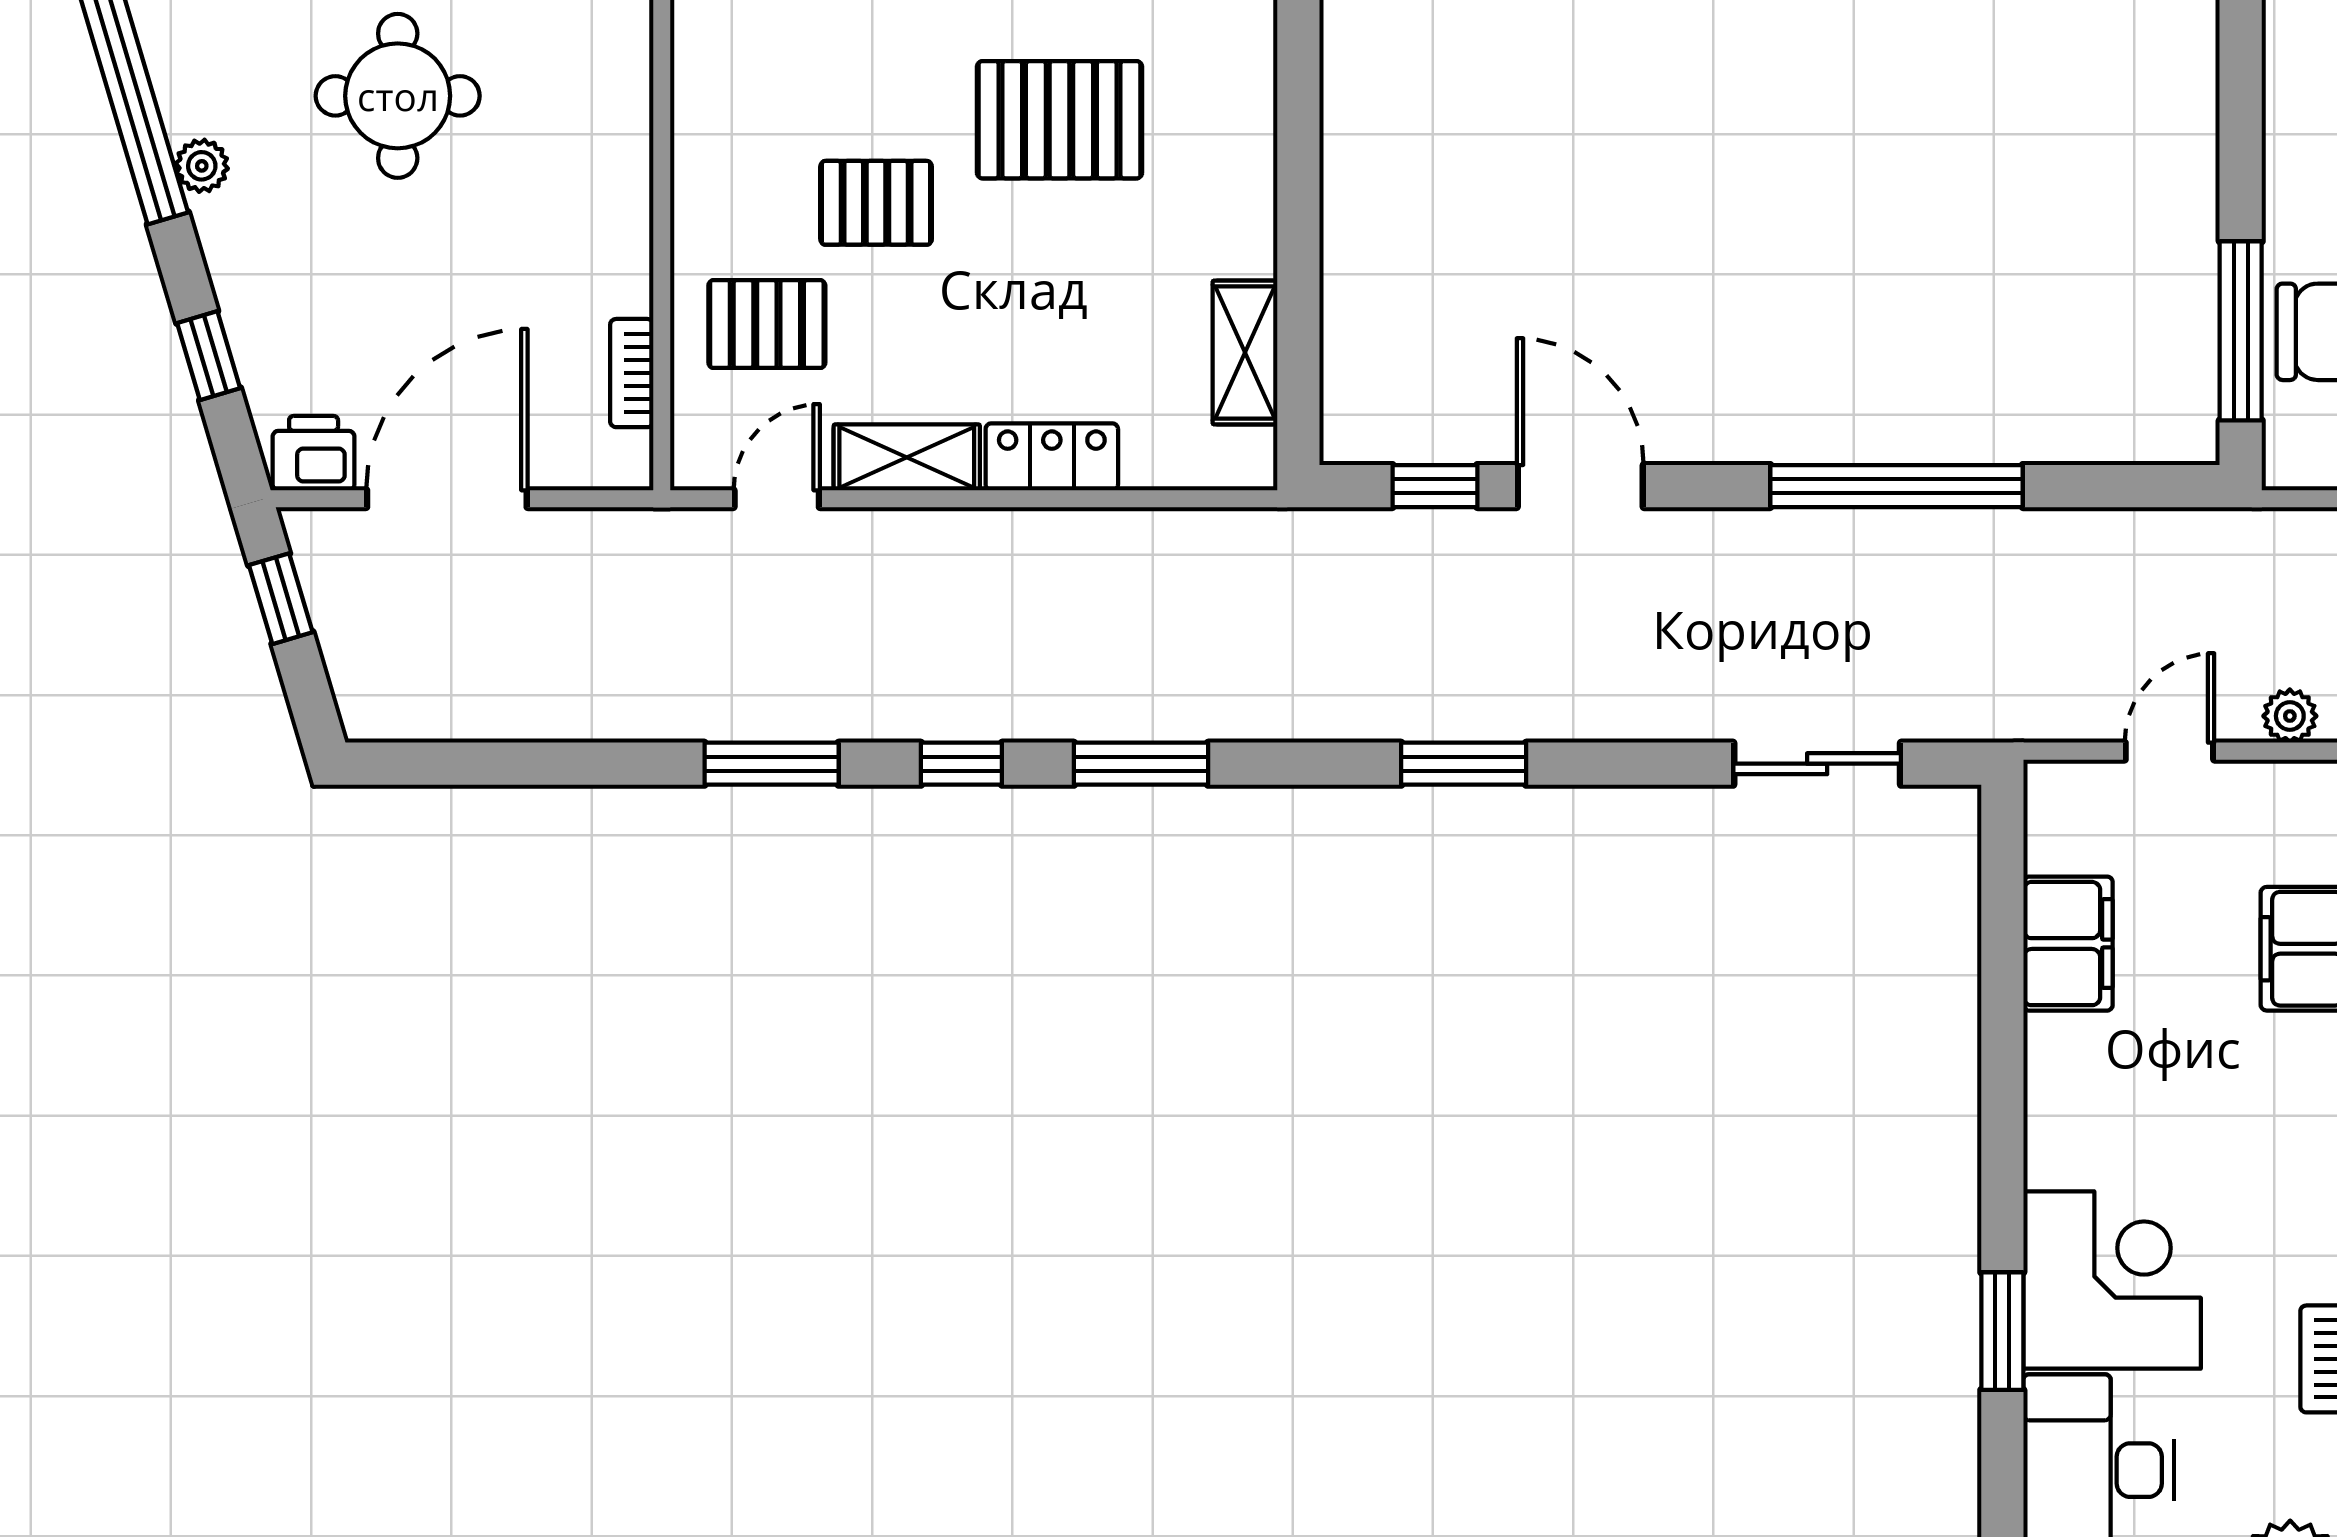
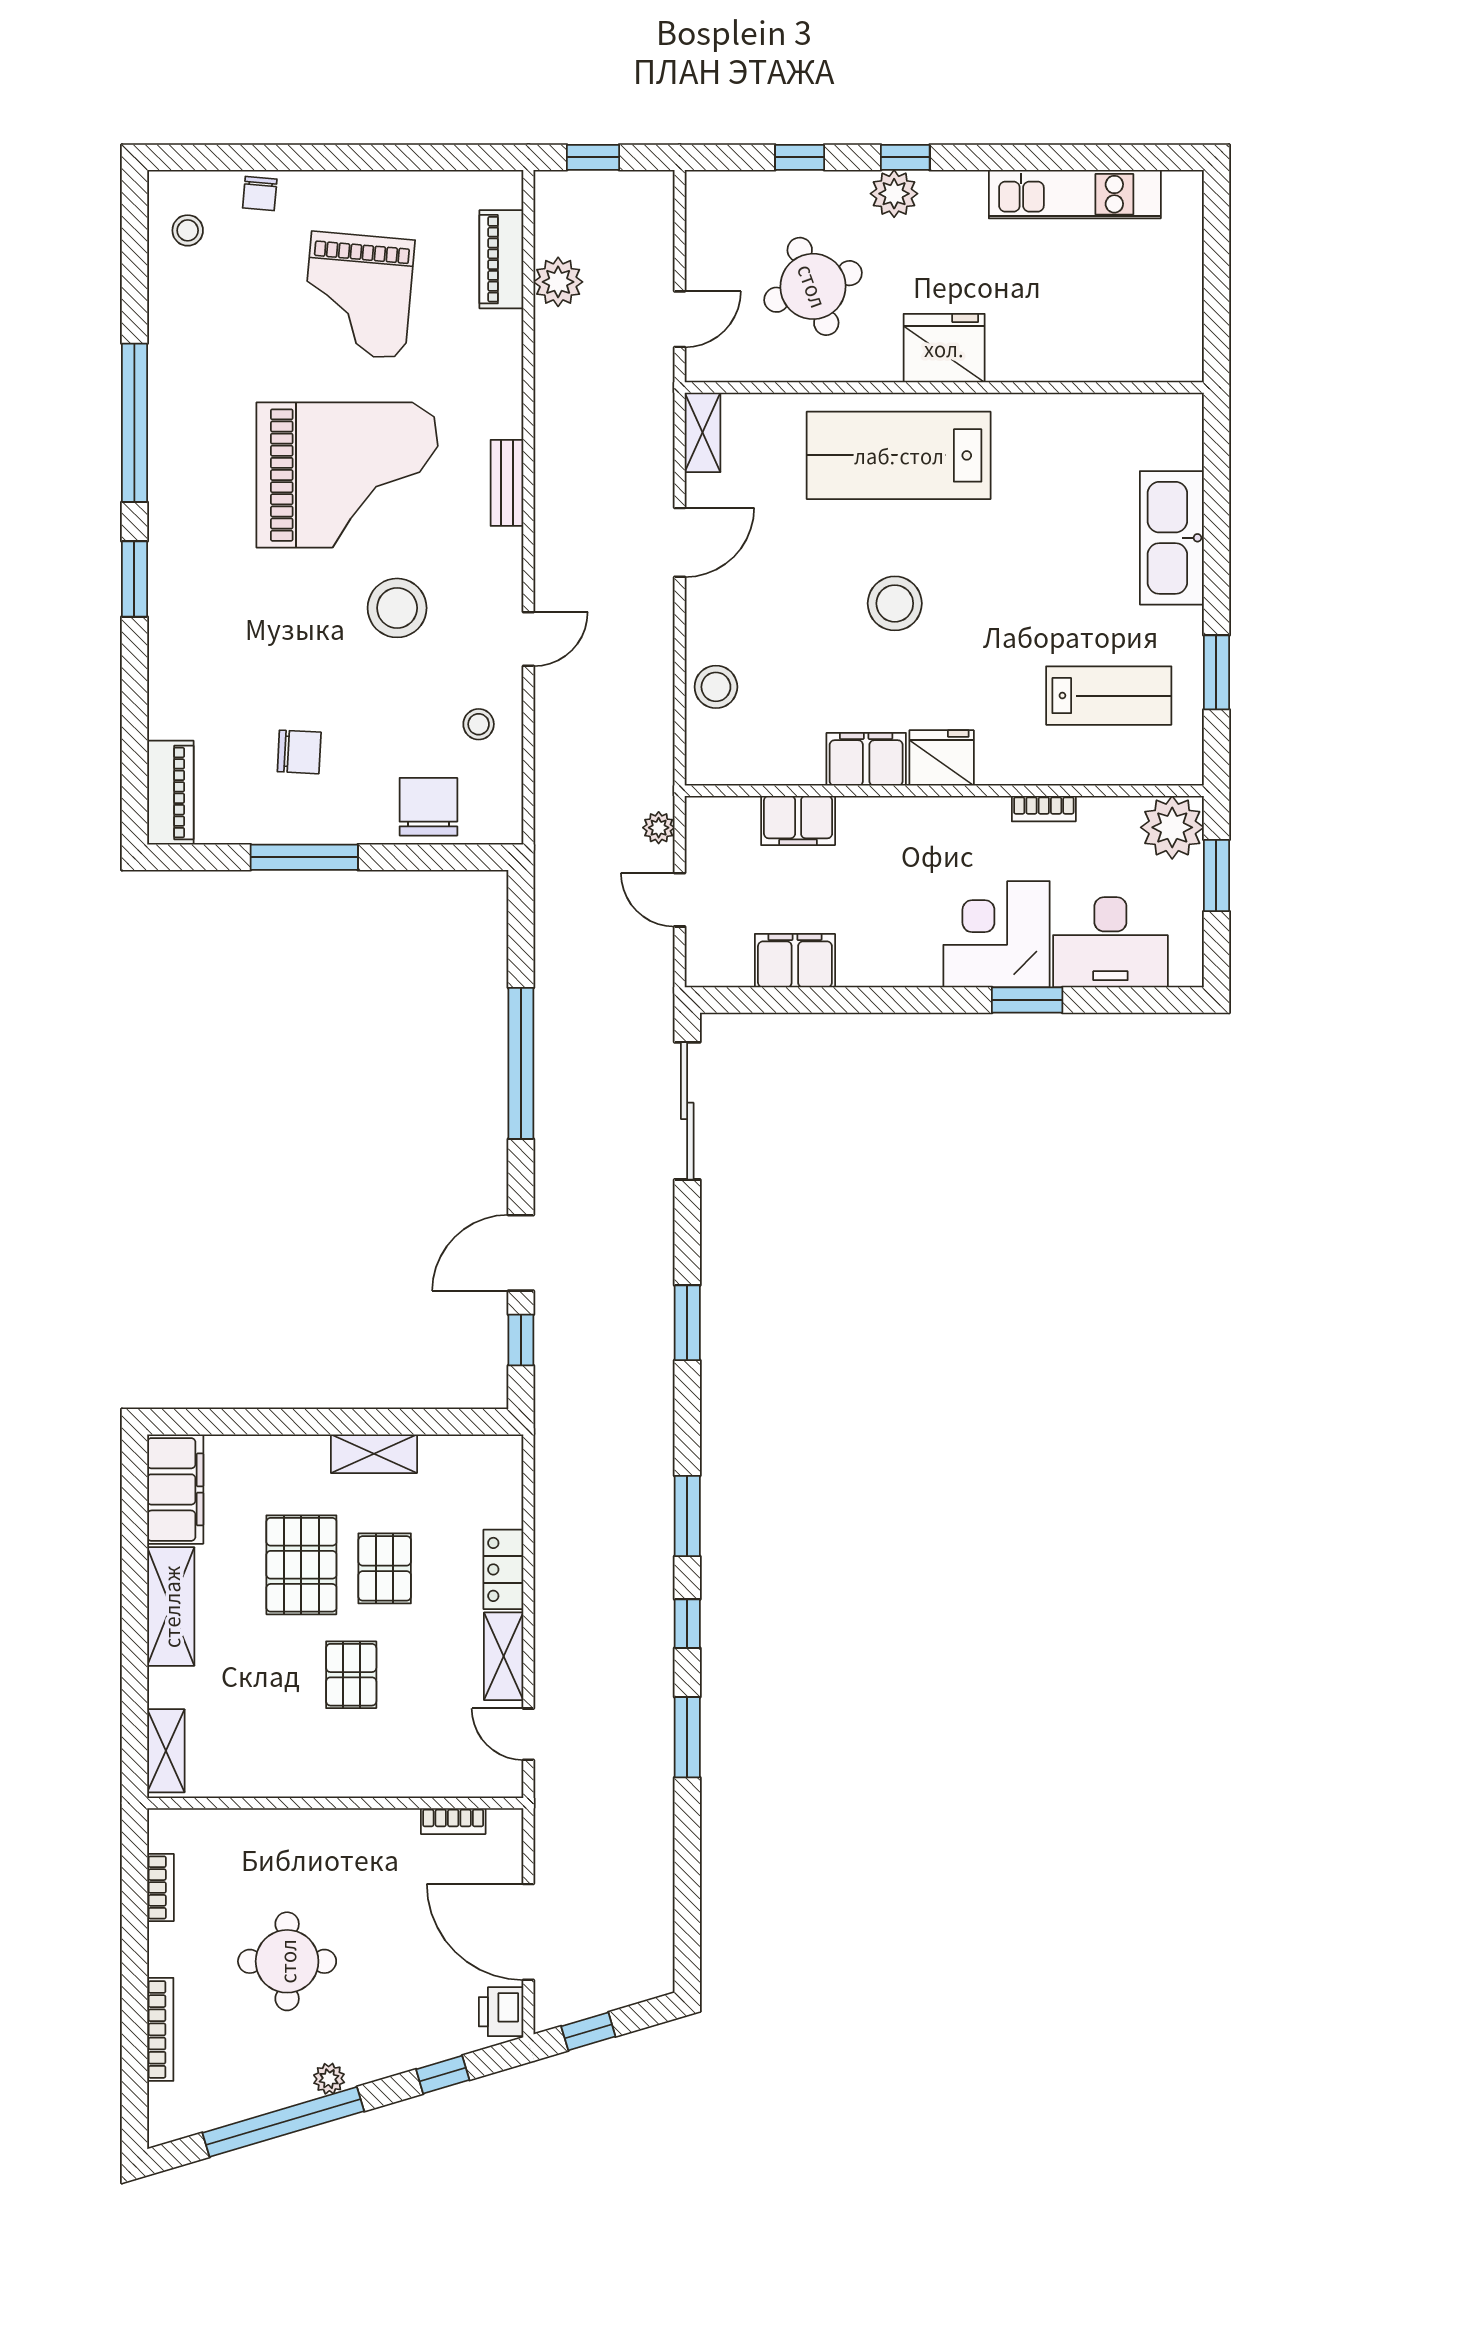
pallet: (767, 324) -> (385, 1568), moved
window: (2241, 331) -> (304, 857), moved
shelving: (1245, 353) -> (374, 1454), moved
sliding door: (1817, 764) -> (687, 1111), width x1.37

